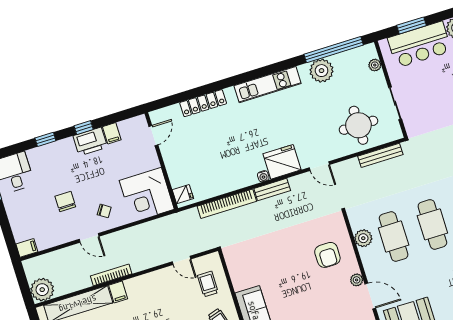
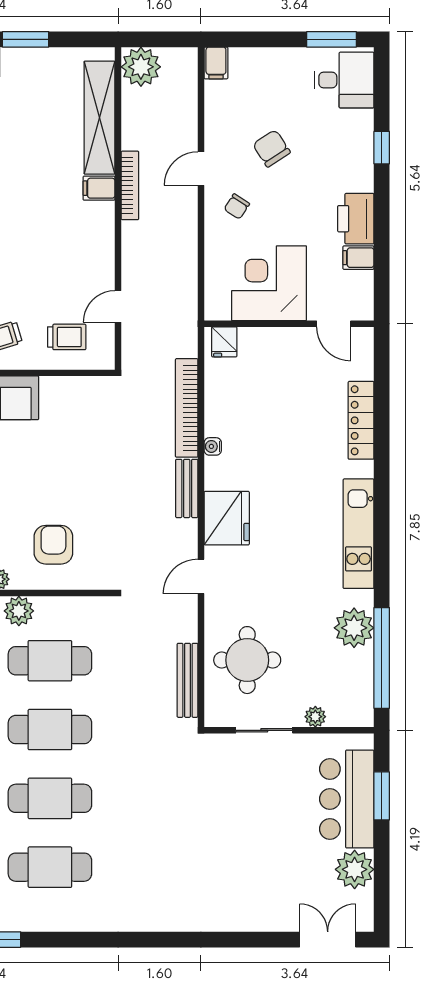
plant: (375, 65) -> (315, 717), moved
window: (84, 128) -> (382, 215), removed
water cooler: (263, 176) -> (213, 446), moved
corner desk: (147, 195) -> (269, 283), moved
chair: (65, 202) -> (271, 148), turned -123
plant: (363, 238) -> (19, 611), moved
armchair: (327, 255) -> (53, 545), turned 90

